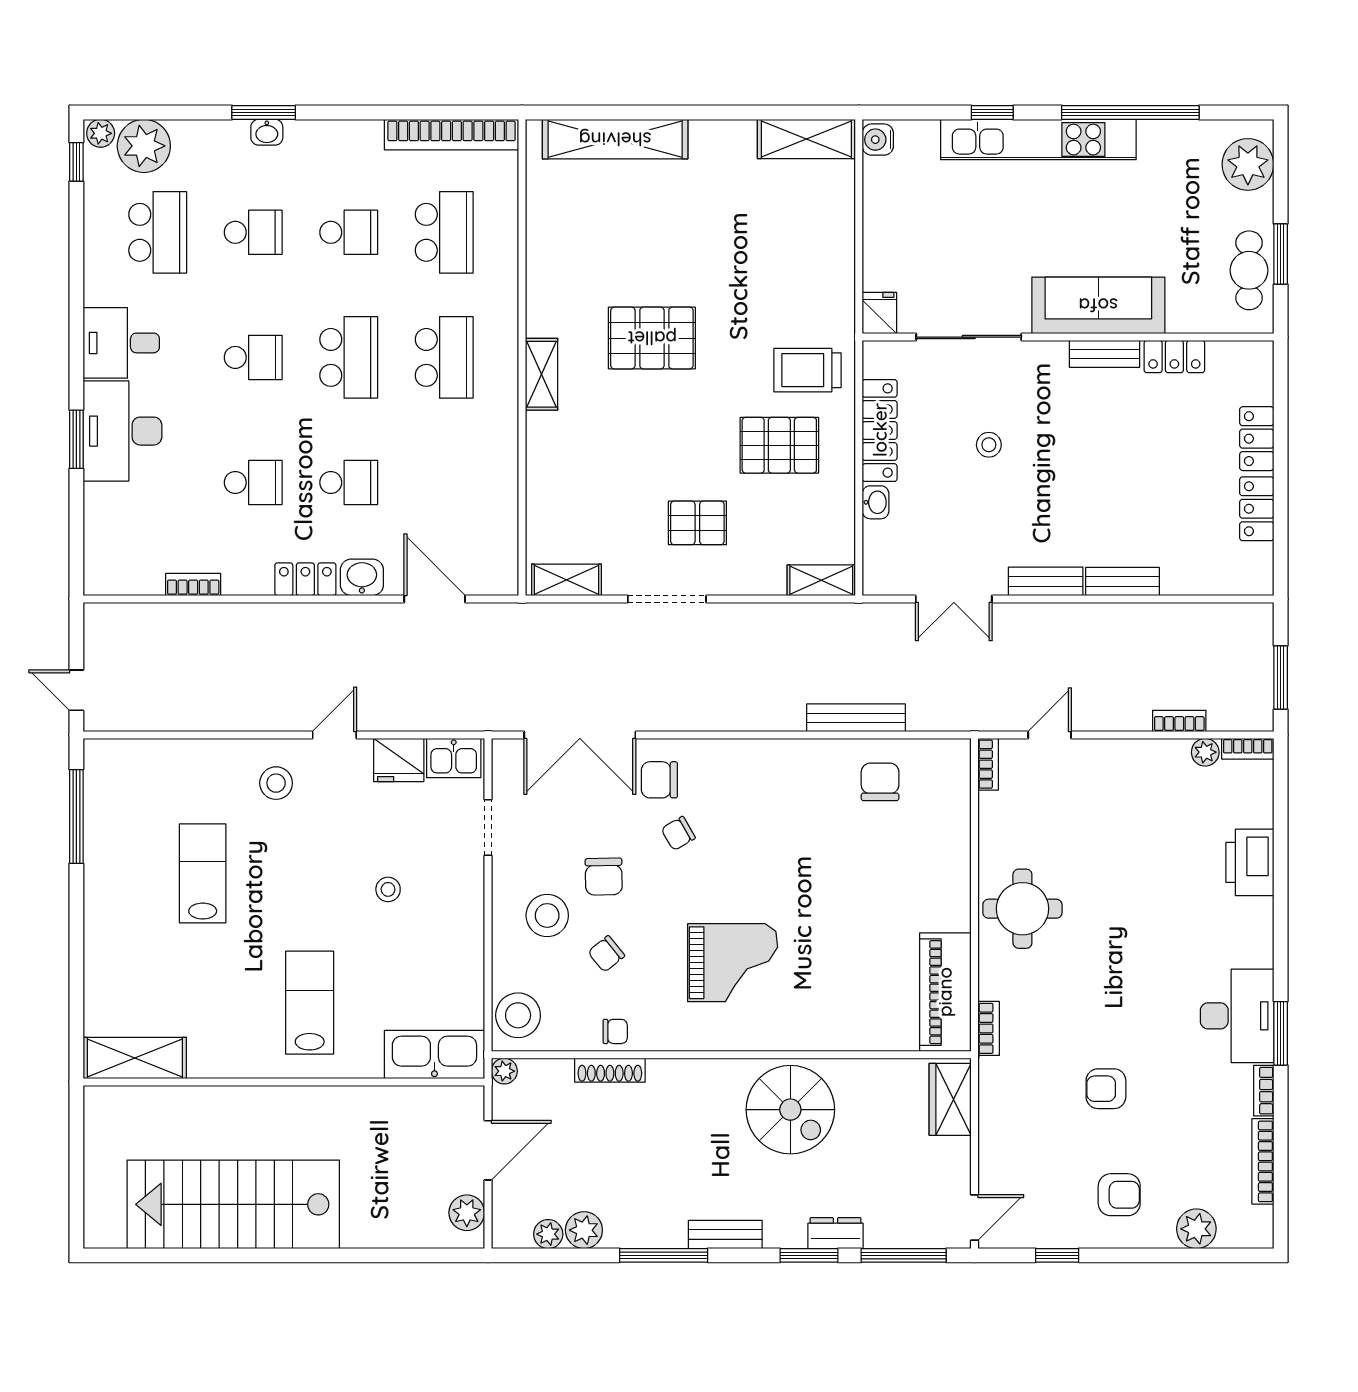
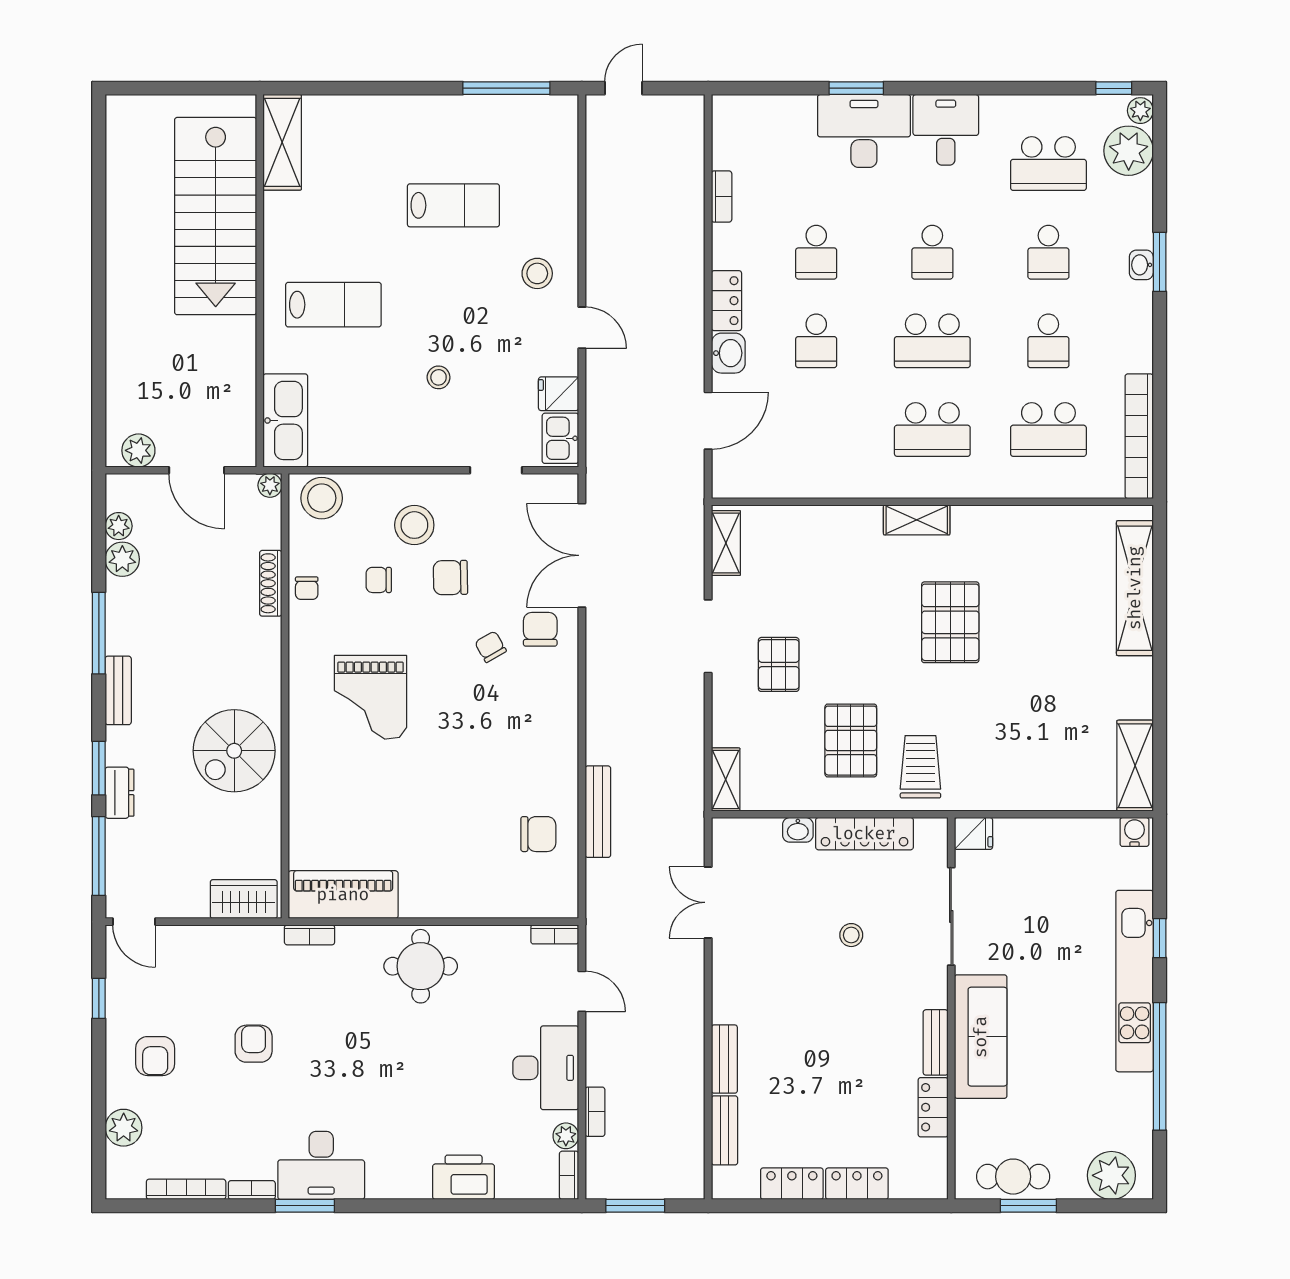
bench: (1046, 581) -> (725, 1130), moved
fridge: (399, 760) -> (559, 394), width x0.72
desk: (1132, 774) -> (546, 1068), added
chair: (606, 954) -> (379, 580), turned -51
stairs: (233, 1204) -> (216, 216), moved, turned 180

